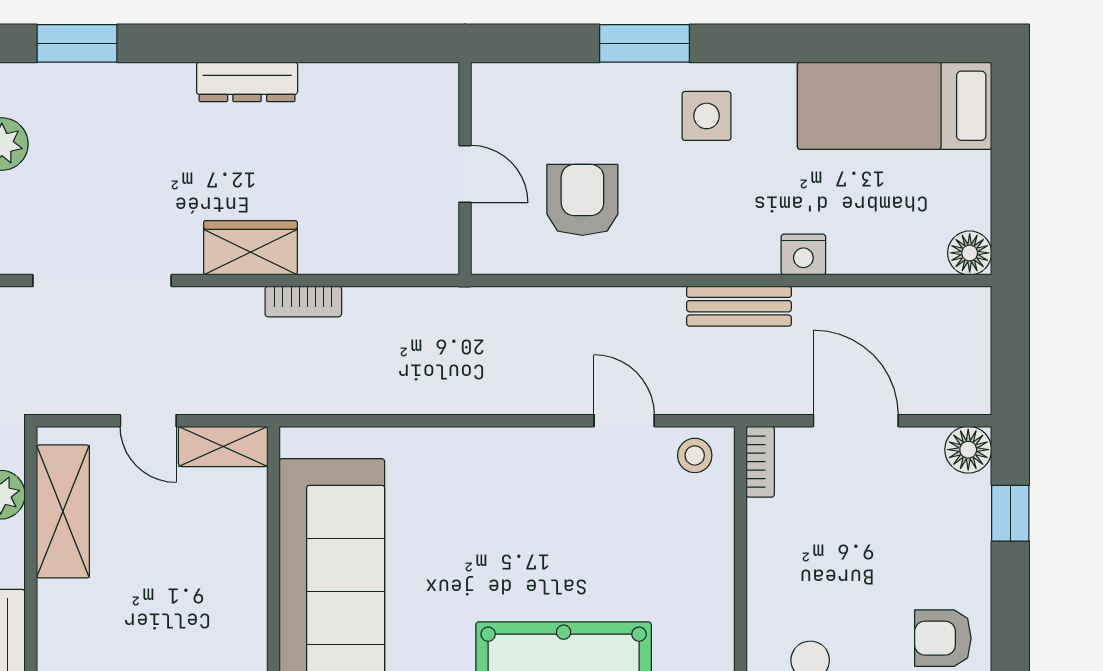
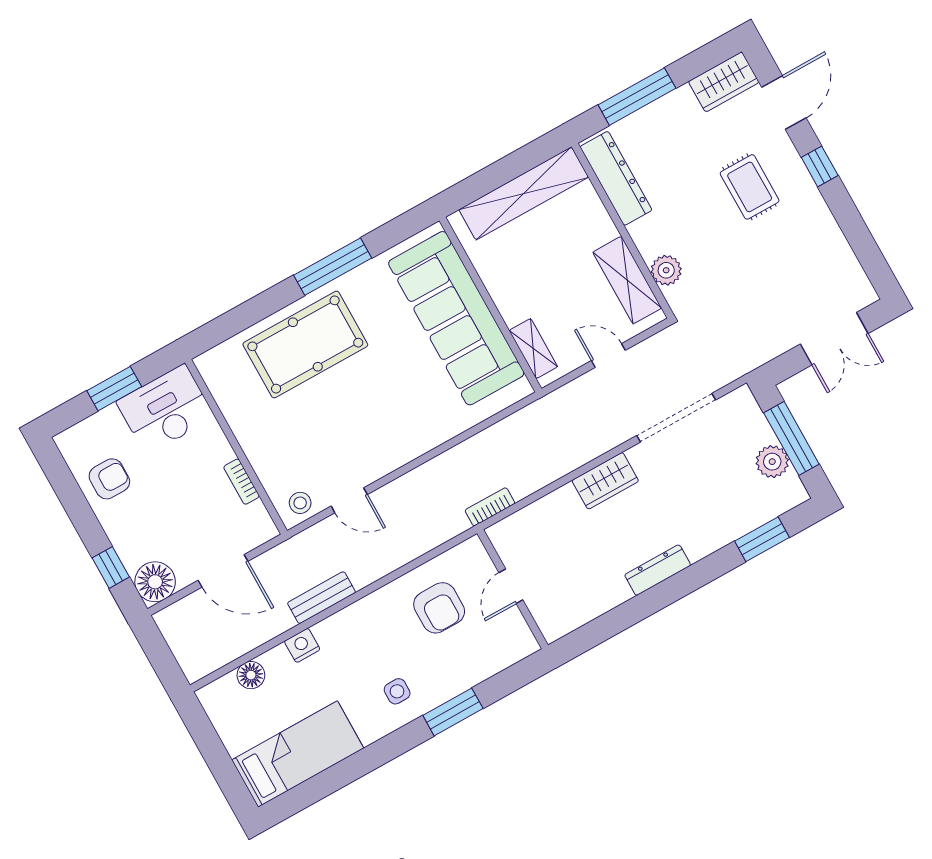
side table: (707, 116) -> (397, 691), width x0.73, depth x0.73
door: (465, 174) -> (511, 586), hinge flipped
floor lamp: (970, 253) -> (251, 675), moved
bookcase: (303, 301) -> (490, 507), moved
shelving: (223, 446) -> (533, 349), moved, turned 90
floor lamp: (968, 450) -> (155, 582), width x1.38, depth x1.38
bookcase: (760, 462) -> (241, 482), moved

